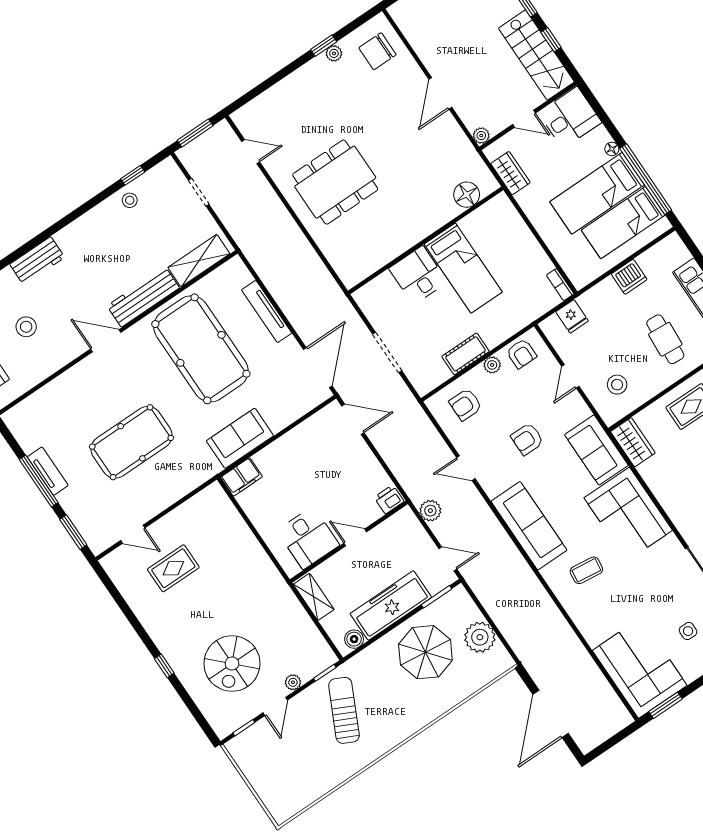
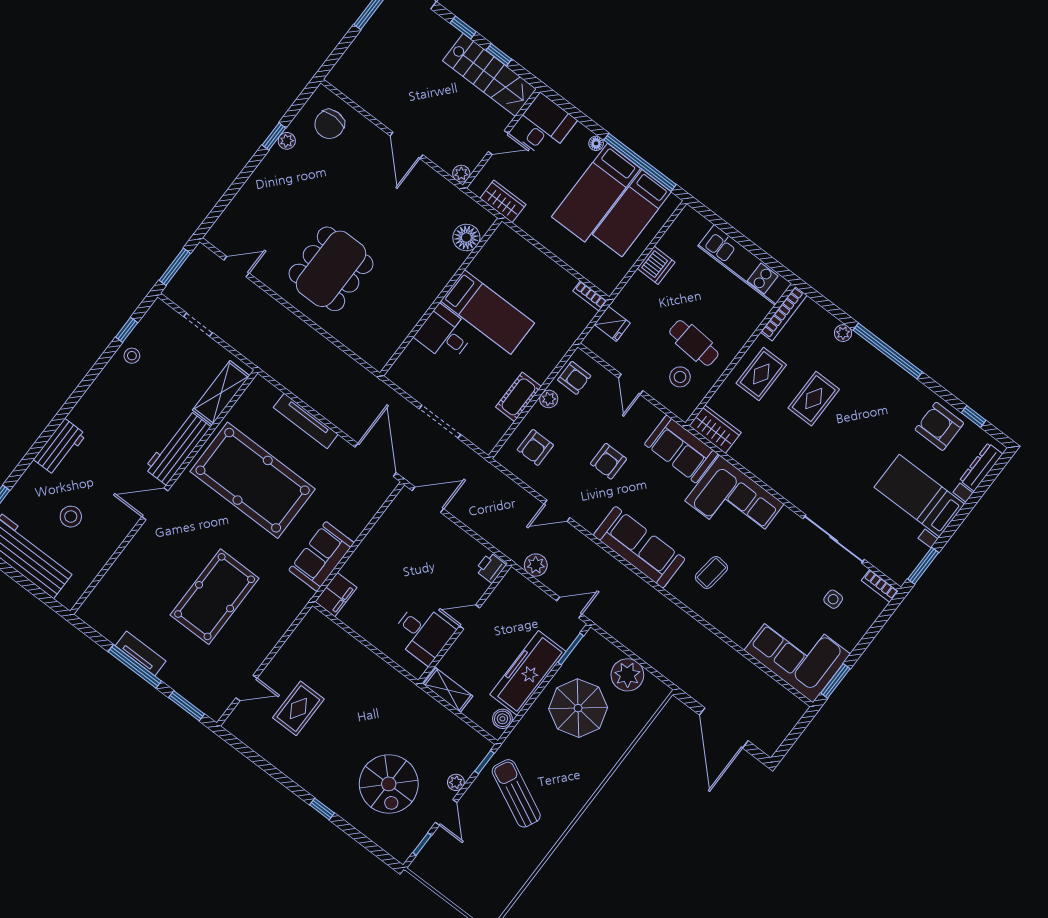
cafe table: (665, 339) -> (694, 343), moved

